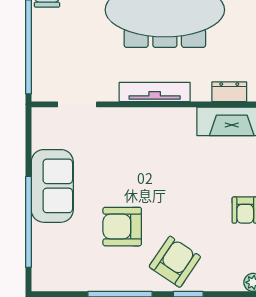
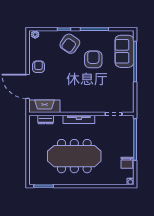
sofa: (52, 186) -> (124, 51), moved
armchair: (122, 227) -> (93, 59), turned -90

